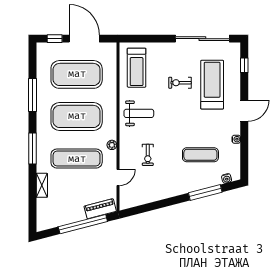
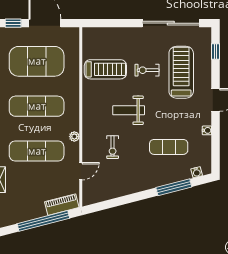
treadmill: (137, 68) -> (105, 69), moved, turned -90
weight bench: (139, 113) -> (129, 110), moved, turned 180
exercise mat: (77, 116) -> (37, 106), width x0.68

